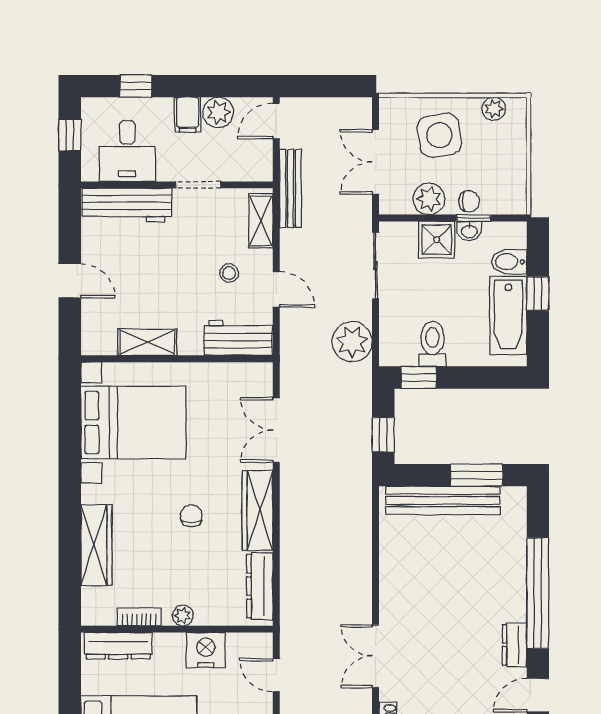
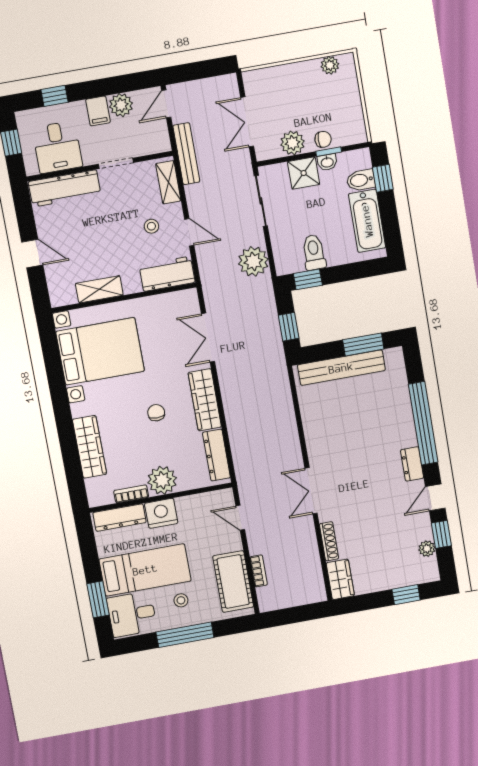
side table: (439, 135) -> (292, 93), removed
window: (538, 294) -> (383, 178), moved
plant: (183, 616) -> (162, 480), width x1.88, depth x1.88
nightstand: (206, 650) -> (161, 513), moved

